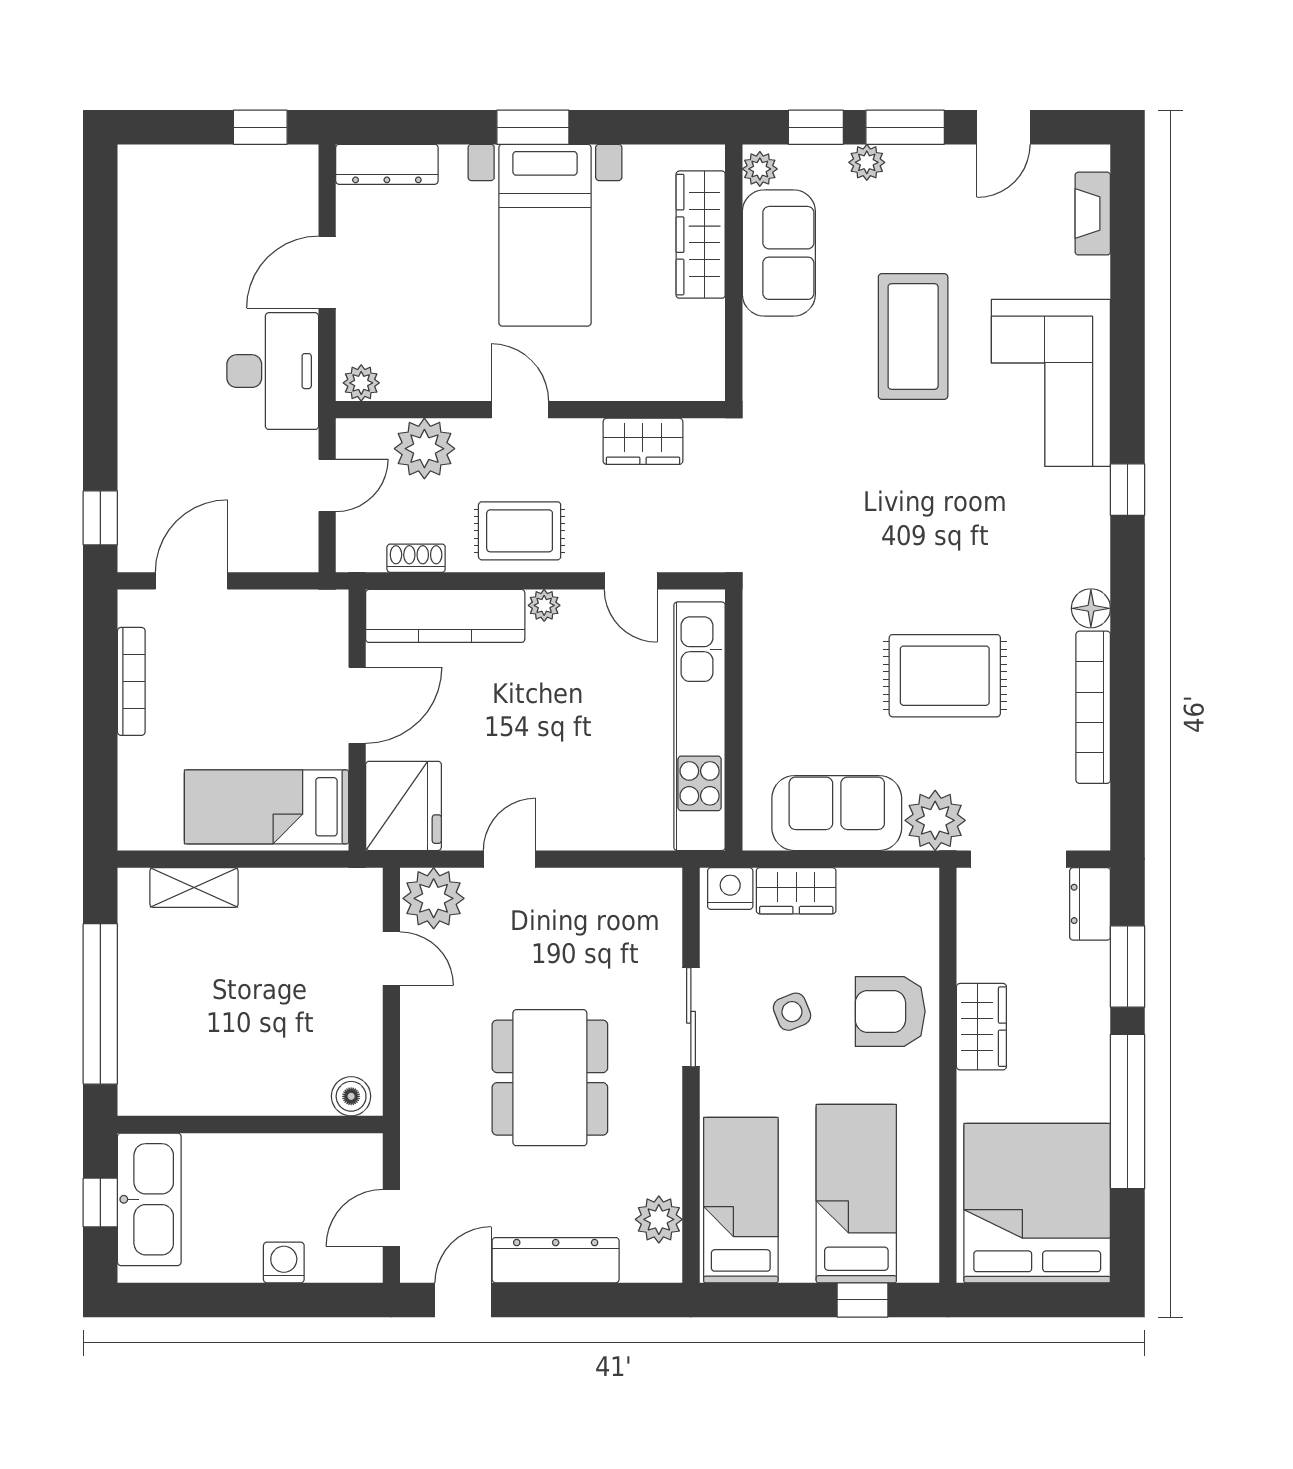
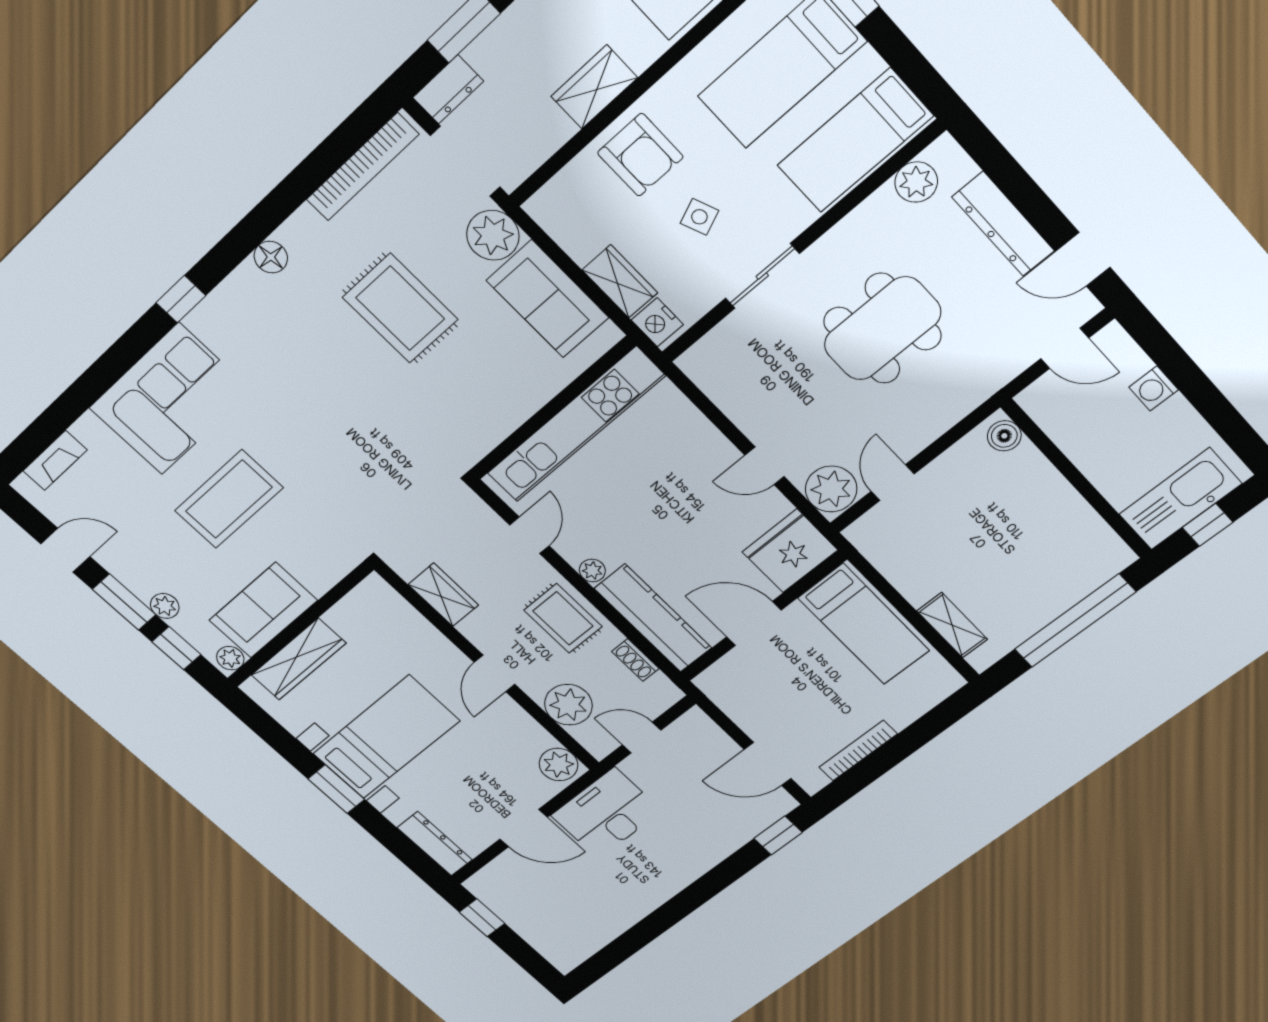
plant: (361, 383) -> (559, 764), width x1.38, depth x1.38
bookcase: (1093, 707) -> (362, 167), moved

